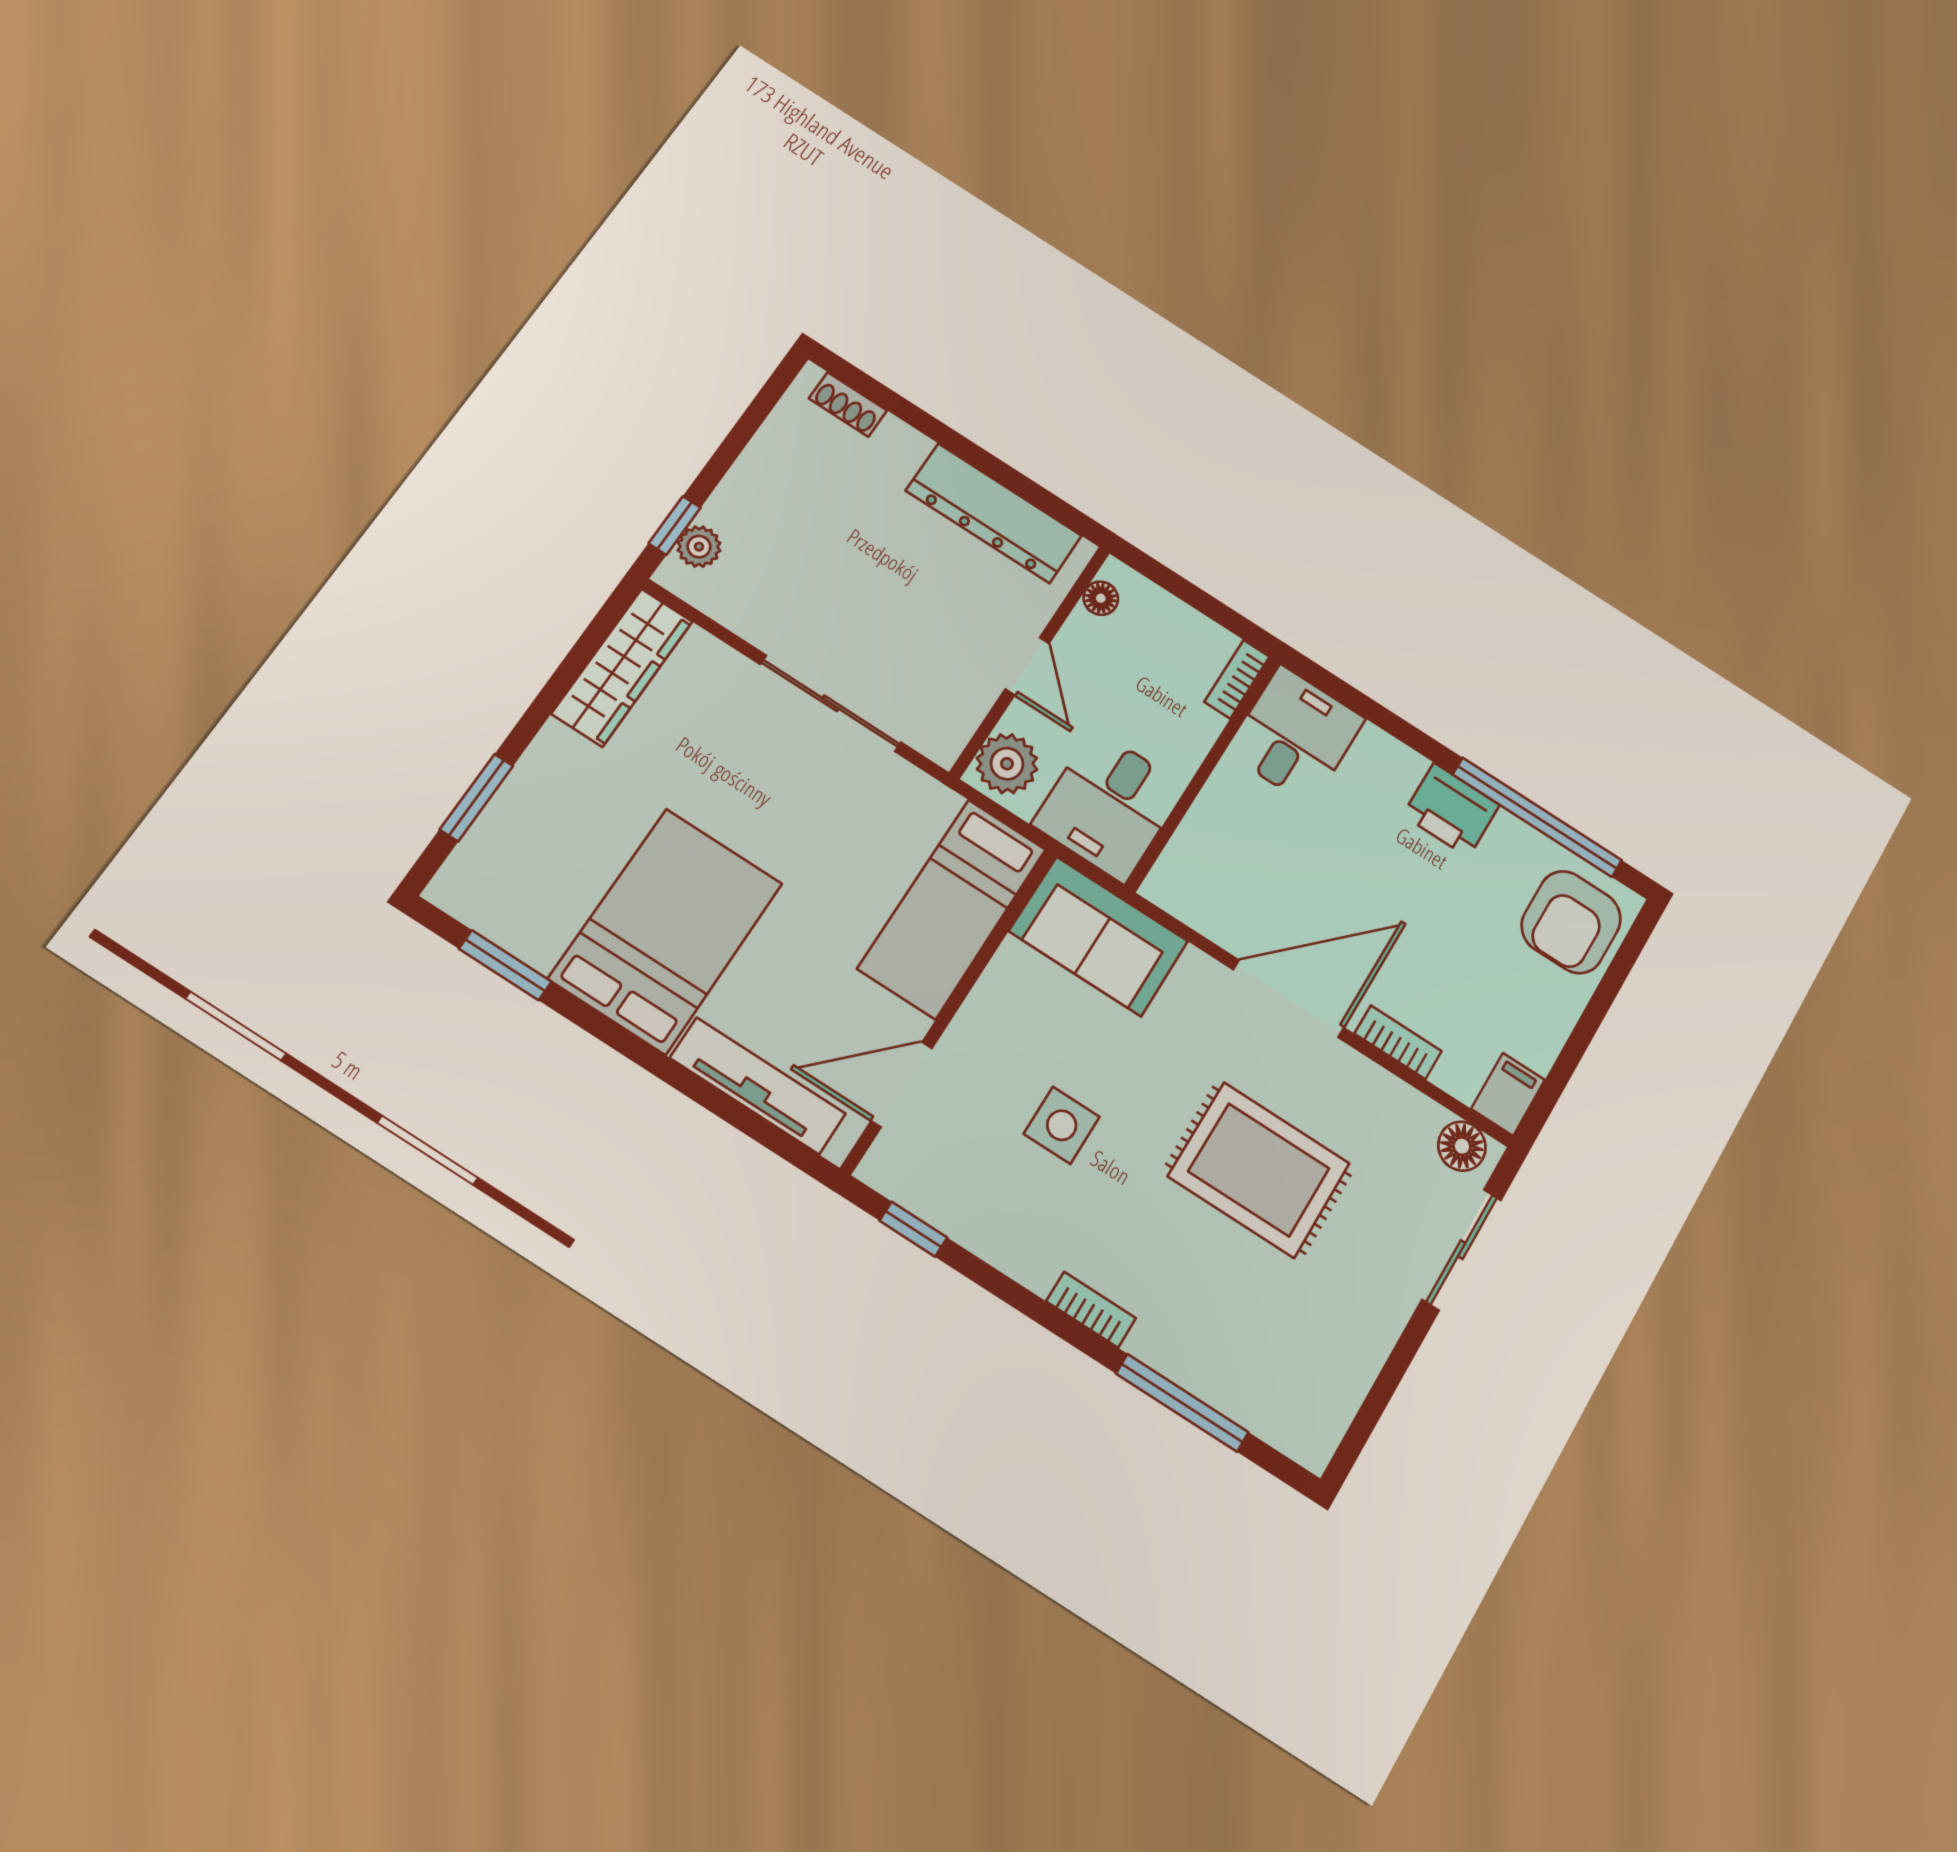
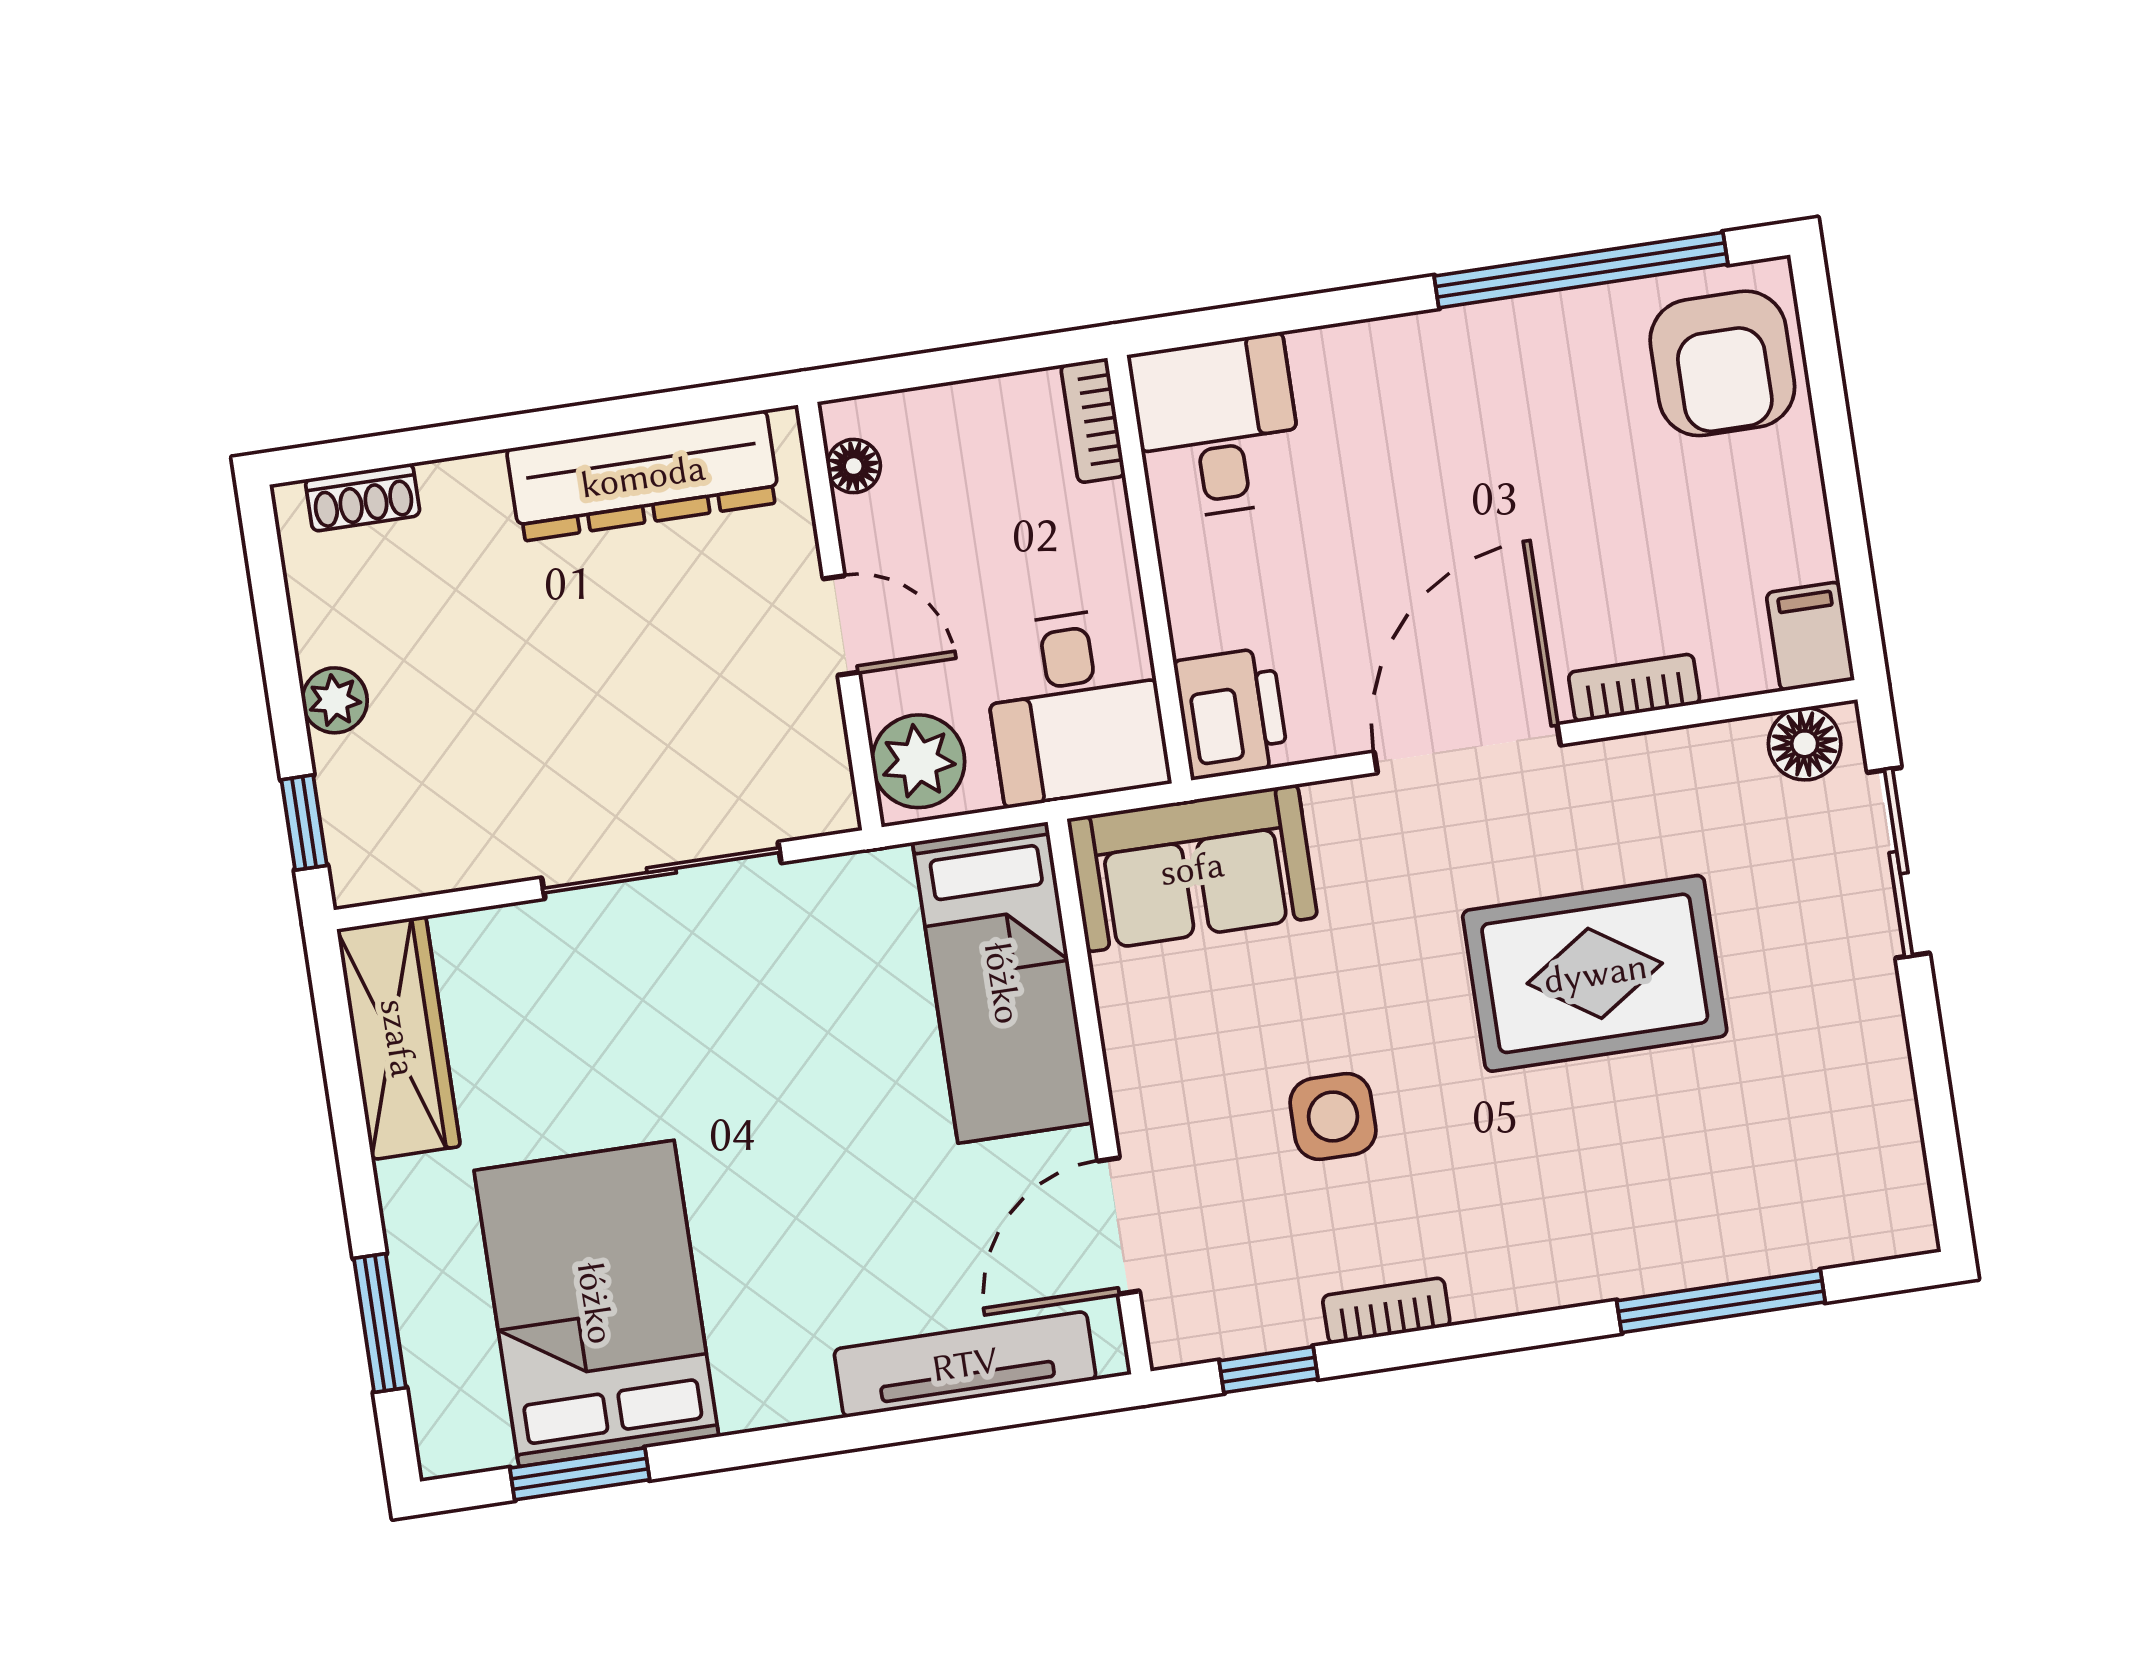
plant: (699, 547) -> (335, 700), moved
printer: (1451, 810) -> (1231, 713), moved, turned -90
bed: (666, 931) -> (596, 1303), moved
bookcase: (1091, 1310) -> (1386, 1311), moved

